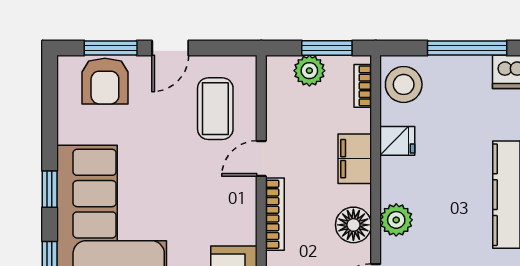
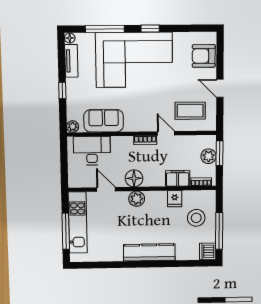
window: (111, 48) -> (220, 59), removed
window: (327, 48) -> (219, 153), moved
stool: (404, 84) -> (196, 218), moved
filing cabinet: (355, 159) -> (178, 178), moved
bookcase: (275, 214) -> (145, 140), width x0.64

